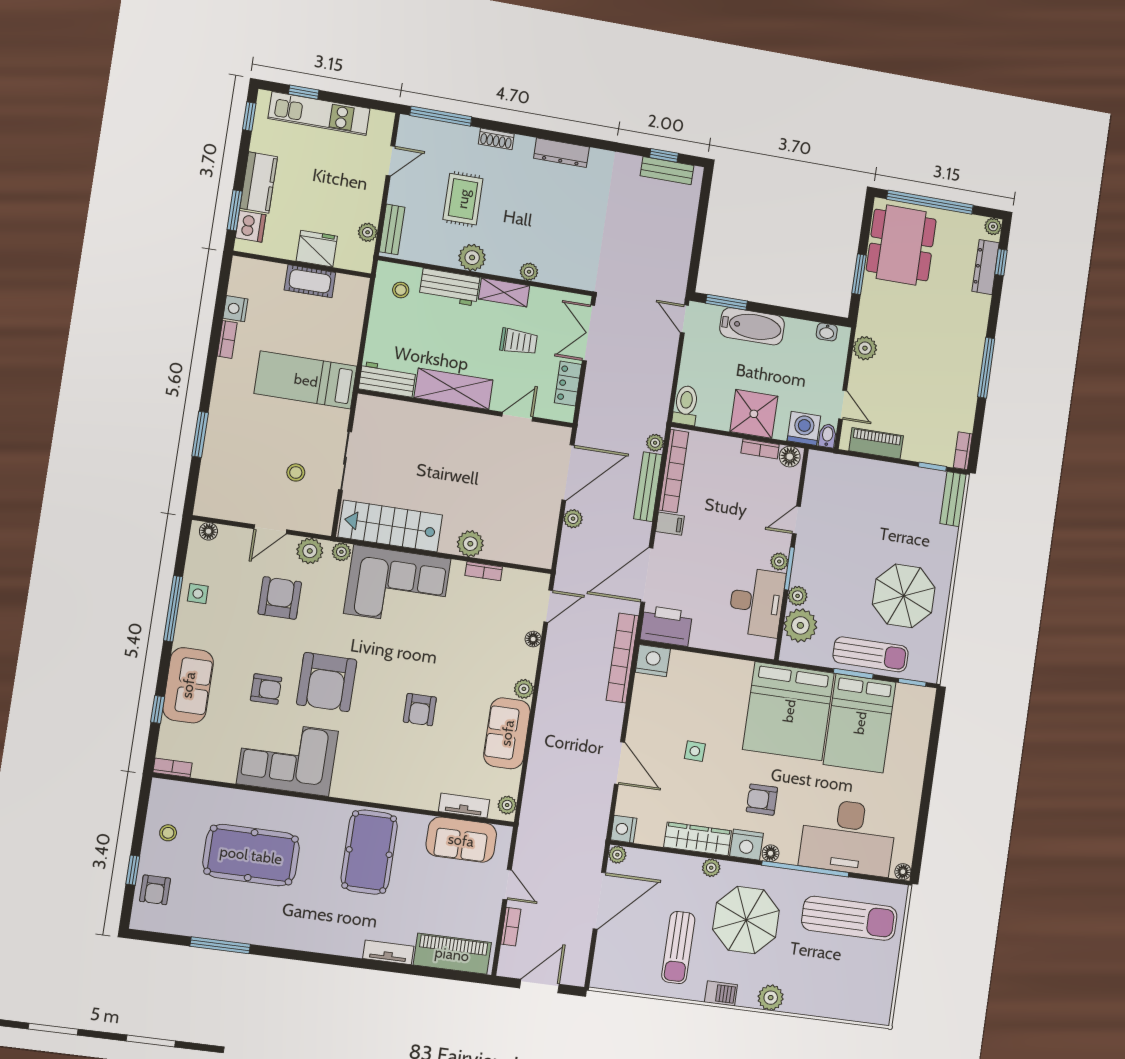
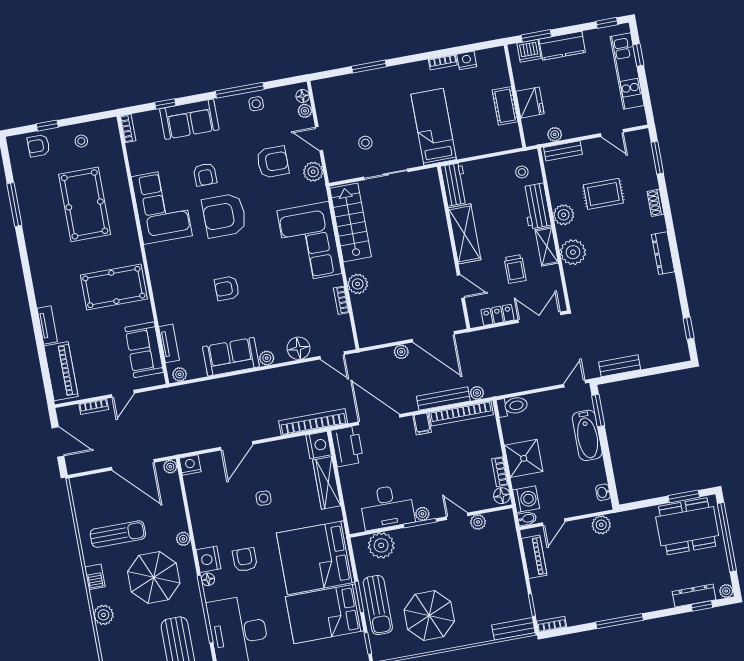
window: (441, 116) -> (657, 158), width x0.69
bench: (667, 171) -> (620, 366), moved, turned 90
plant: (529, 272) -> (573, 252), width x1.87, depth x1.87
window: (859, 274) -> (684, 496), moved
plant: (341, 552) -> (305, 111), moved
plant: (798, 596) -> (478, 522), moved
floor lamp: (533, 639) -> (299, 348), width x1.89, depth x1.89
wardrobe: (698, 839) -> (327, 483), moved, turned 180
sun lounger: (678, 947) -> (118, 534), turned 180

